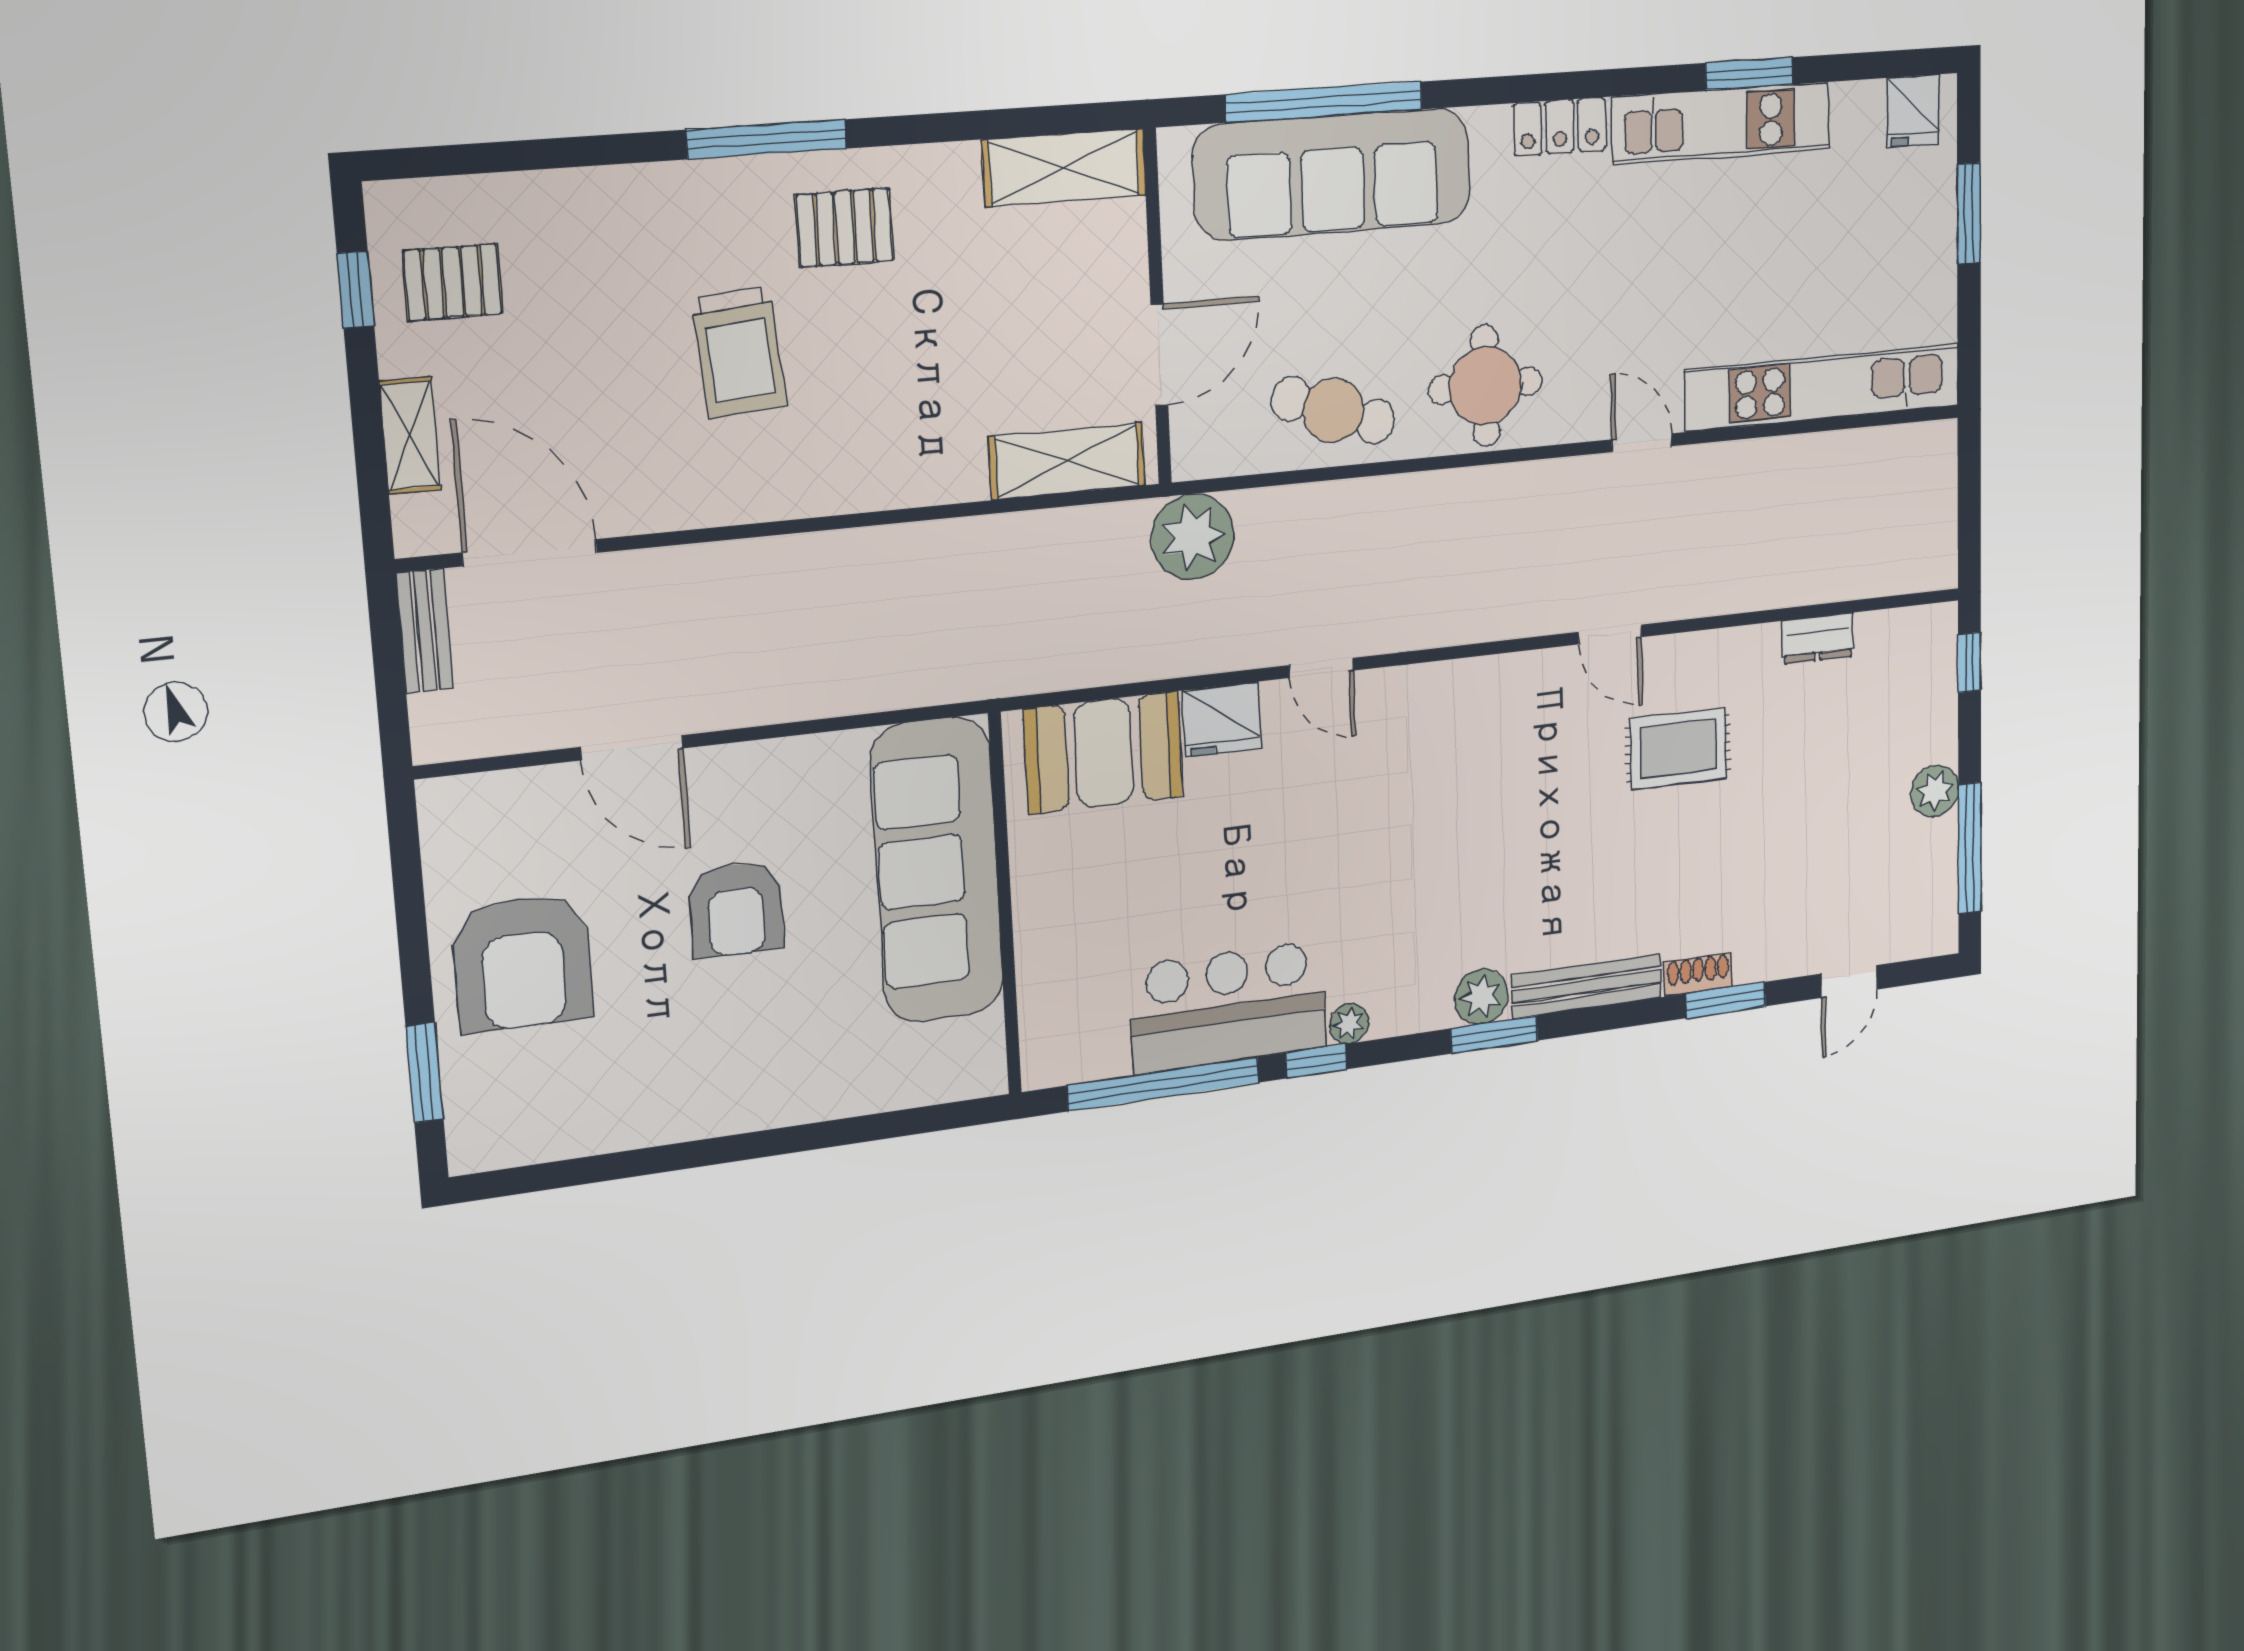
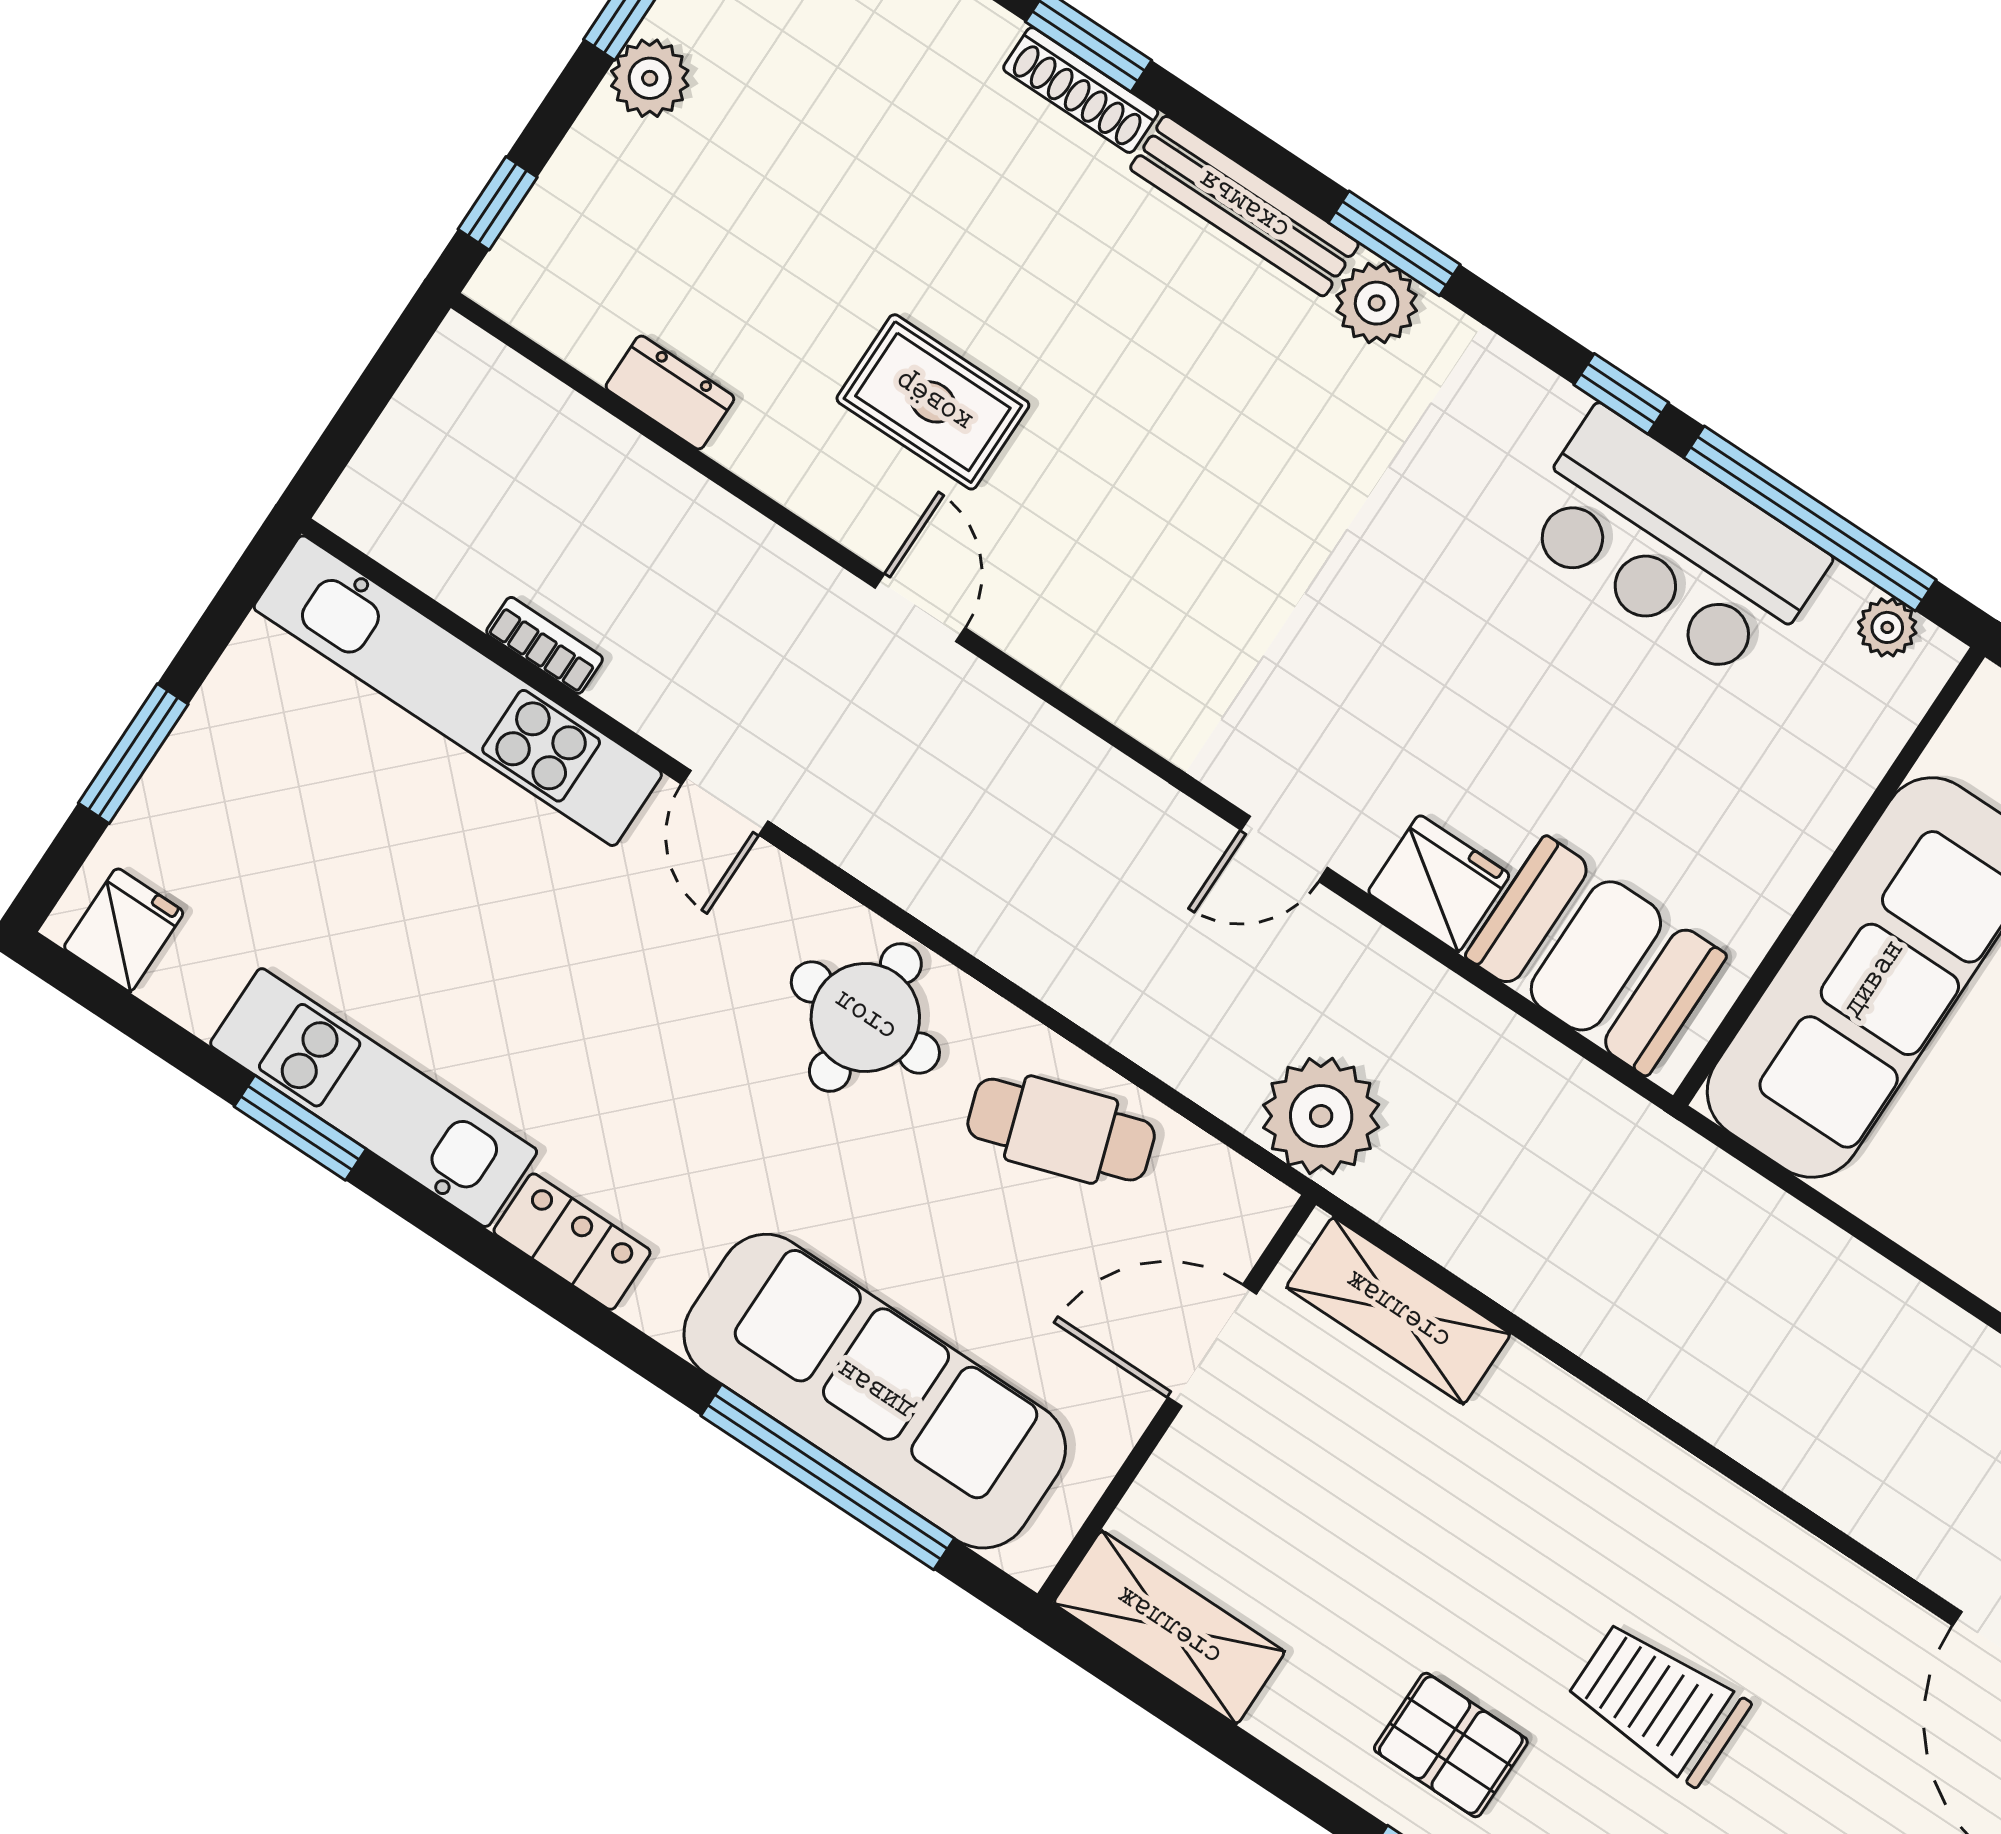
trolley: (739, 352) -> (1658, 1703), turned -85
cafe table: (1333, 410) -> (1061, 1130), turned -37
bookcase: (1794, 450) -> (545, 645), added
door: (1321, 668) -> (1284, 849), swing flipped
shoe rack: (1698, 974) -> (1081, 90), width x1.43
plant: (1349, 1024) -> (1887, 627), moved

